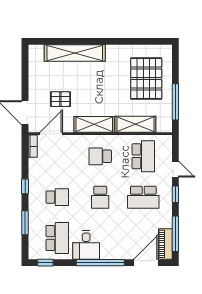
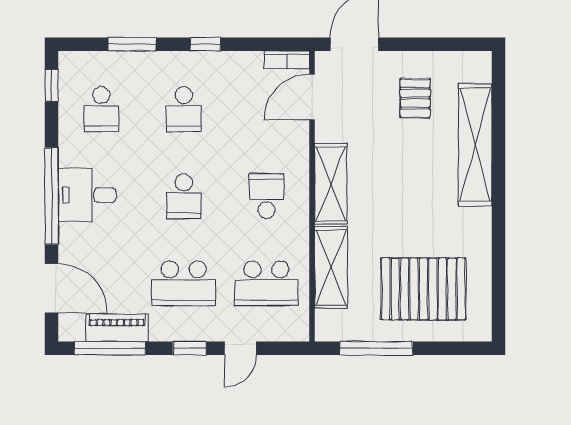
pallet: (60, 99) -> (415, 98), moved
door: (51, 134) -> (312, 97), swing flipped
school desk: (100, 197) -> (184, 196), turned -90
school desk: (143, 197) -> (184, 283), turned -90
school desk: (57, 238) -> (101, 109), width x0.54
piano: (165, 244) -> (117, 328), moved
desk: (86, 245) -> (87, 195), moved

